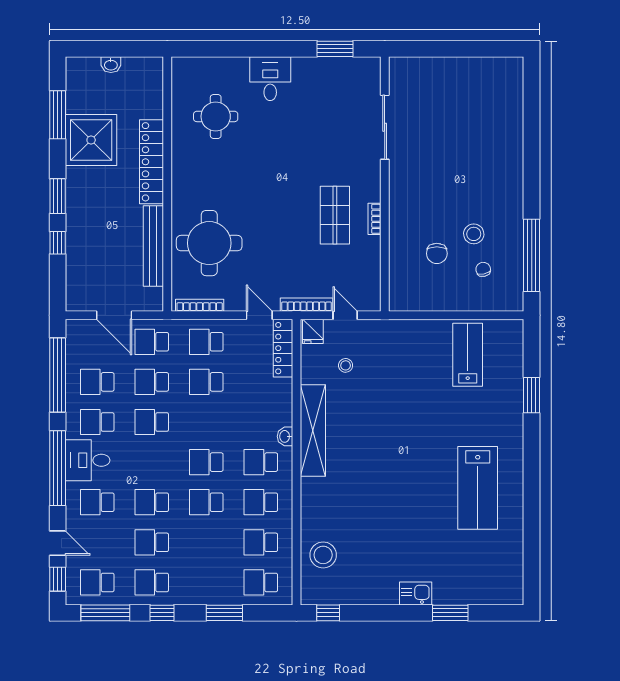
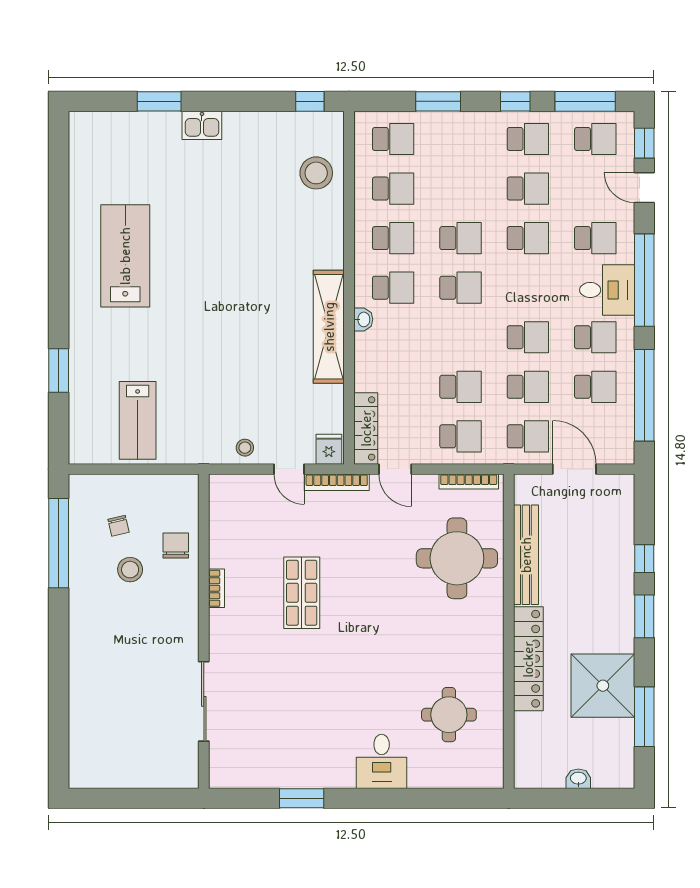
sliding door: (385, 127) -> (204, 701), moved
wall: (385, 184) -> (204, 631), moved
bookcase: (374, 219) -> (216, 588), moved
stool: (346, 365) -> (245, 448), moved

